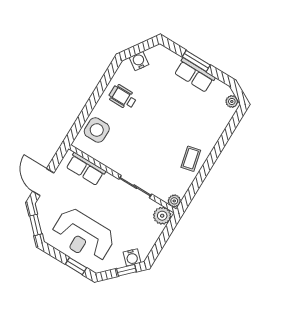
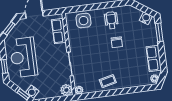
water cooler: (139, 61) -> (146, 18), moved
window: (196, 61) -> (159, 32), moved
row of seats: (195, 75) -> (154, 58), moved
chair: (154, 111) -> (117, 42), added

